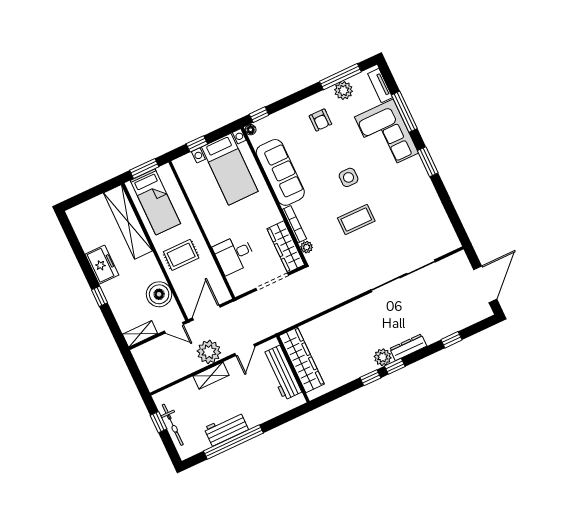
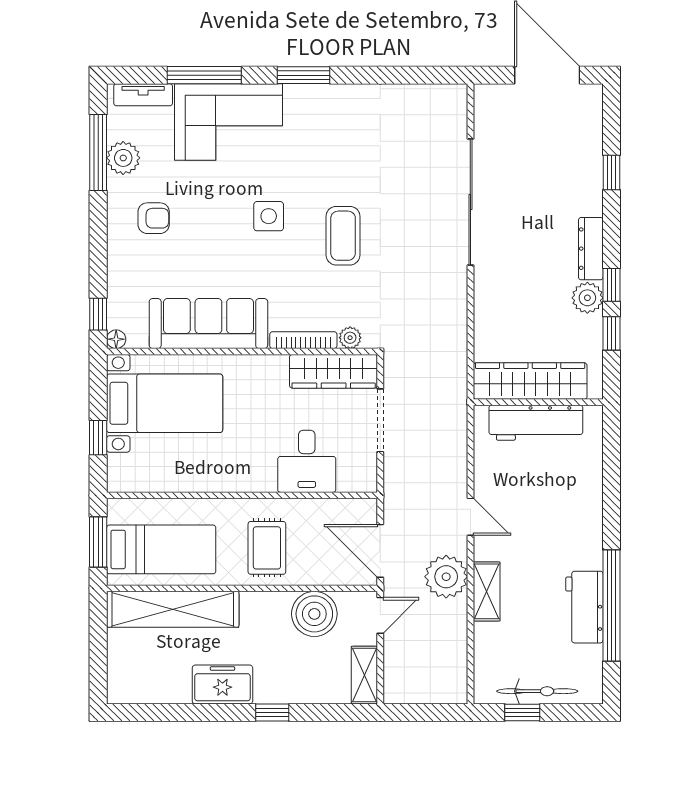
wardrobe: (302, 360) -> (530, 381), moved
wall: (293, 369) -> (538, 402), moved
workbench: (282, 373) -> (536, 423), moved

